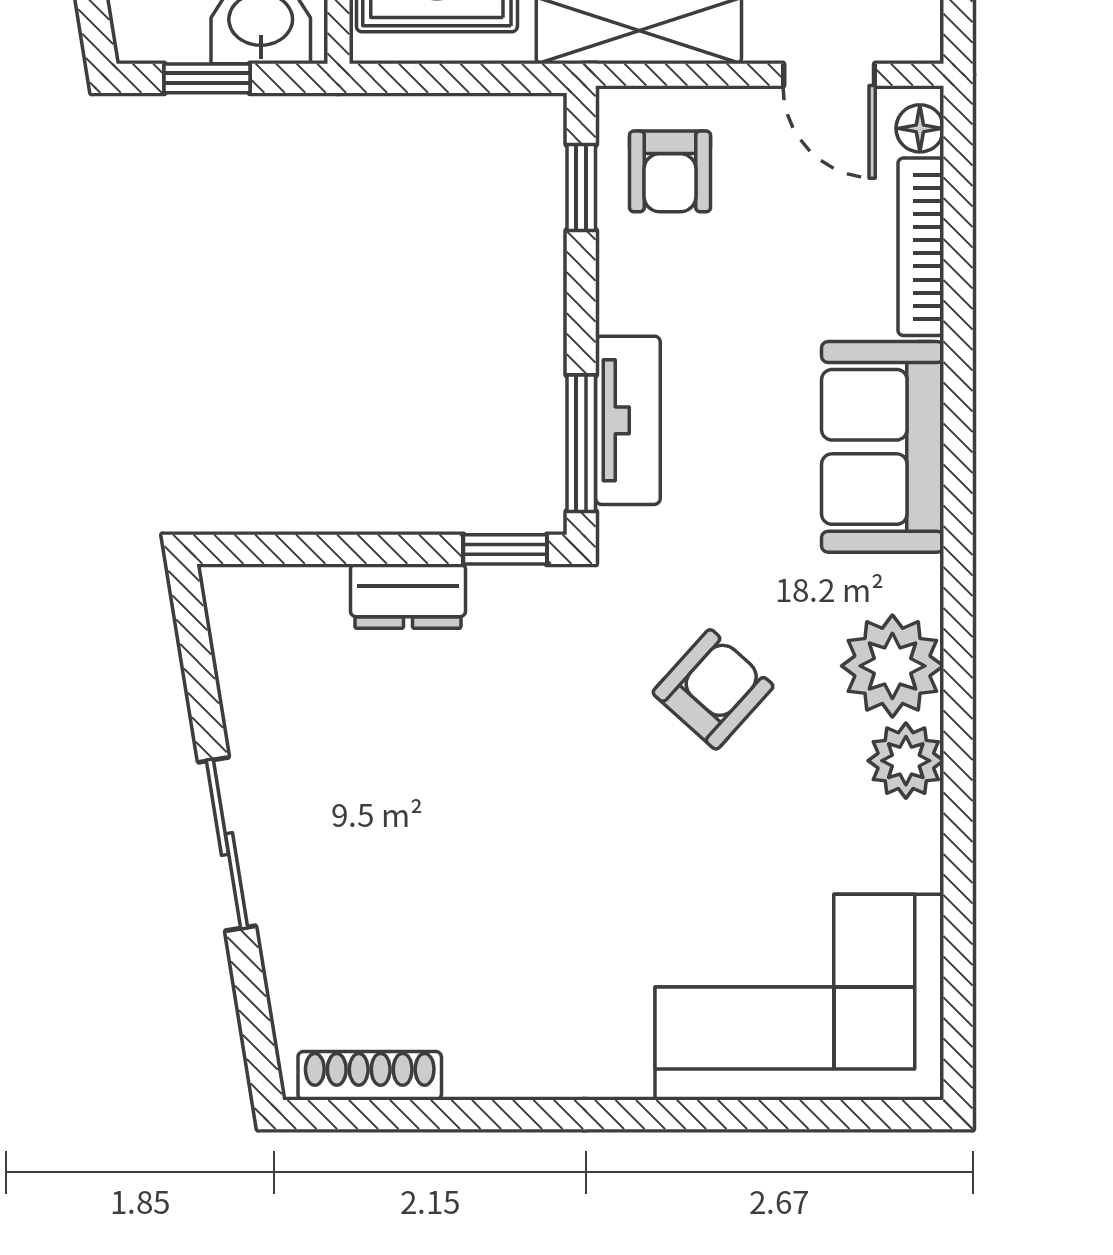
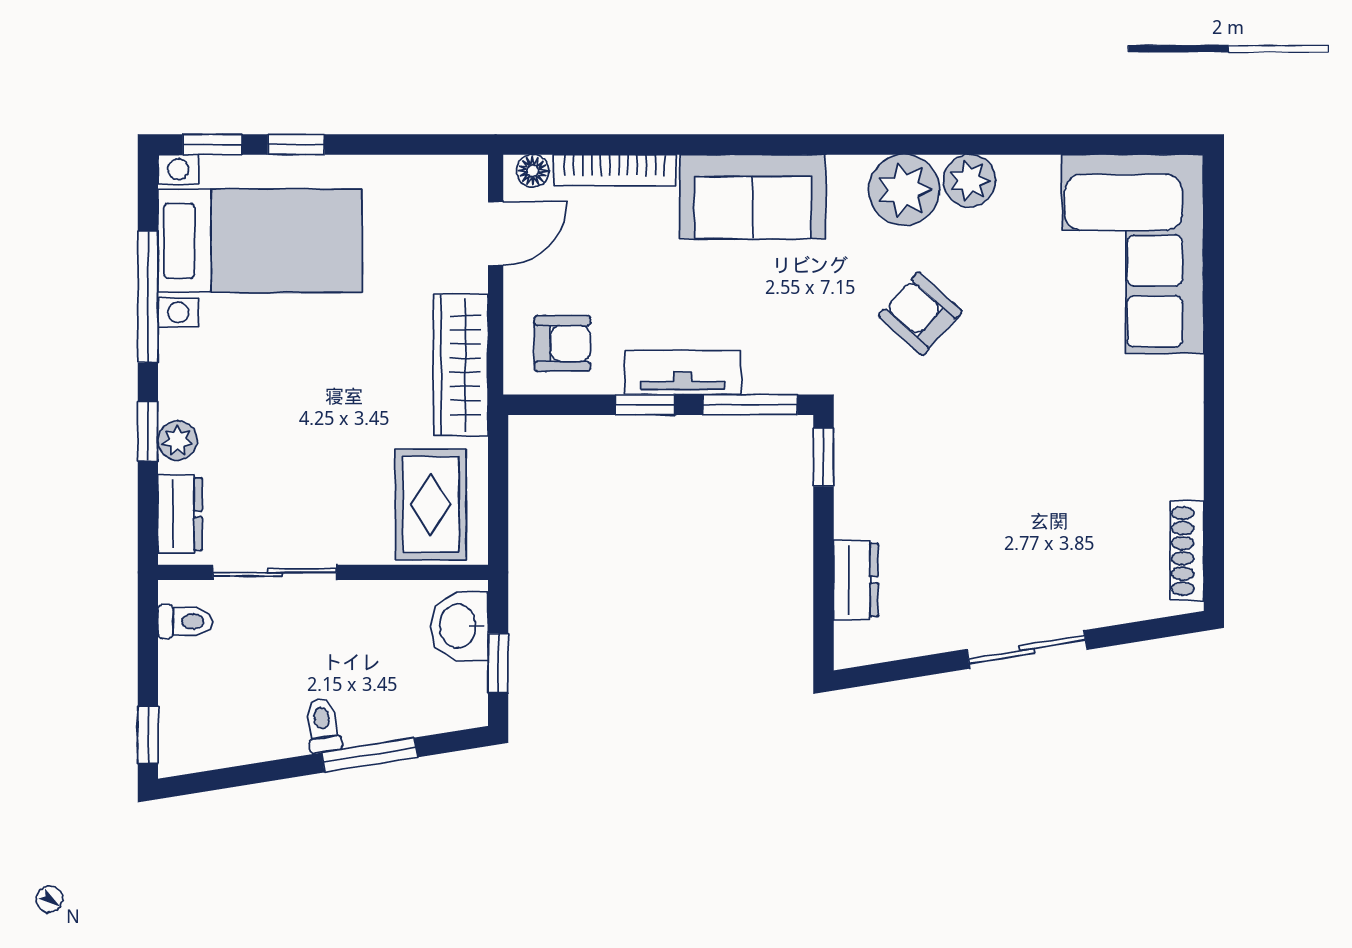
window: (581, 187) -> (645, 405), moved
tv unit: (628, 420) -> (683, 373), moved
dresser: (408, 596) -> (856, 580), moved

